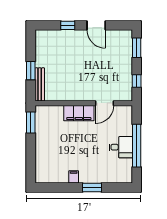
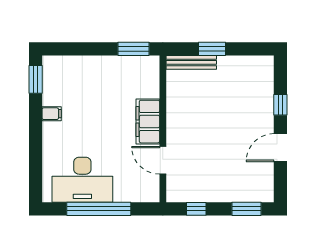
desk: (121, 147) -> (82, 180), width x1.87, depth x1.30
window: (92, 187) -> (36, 79), moved

